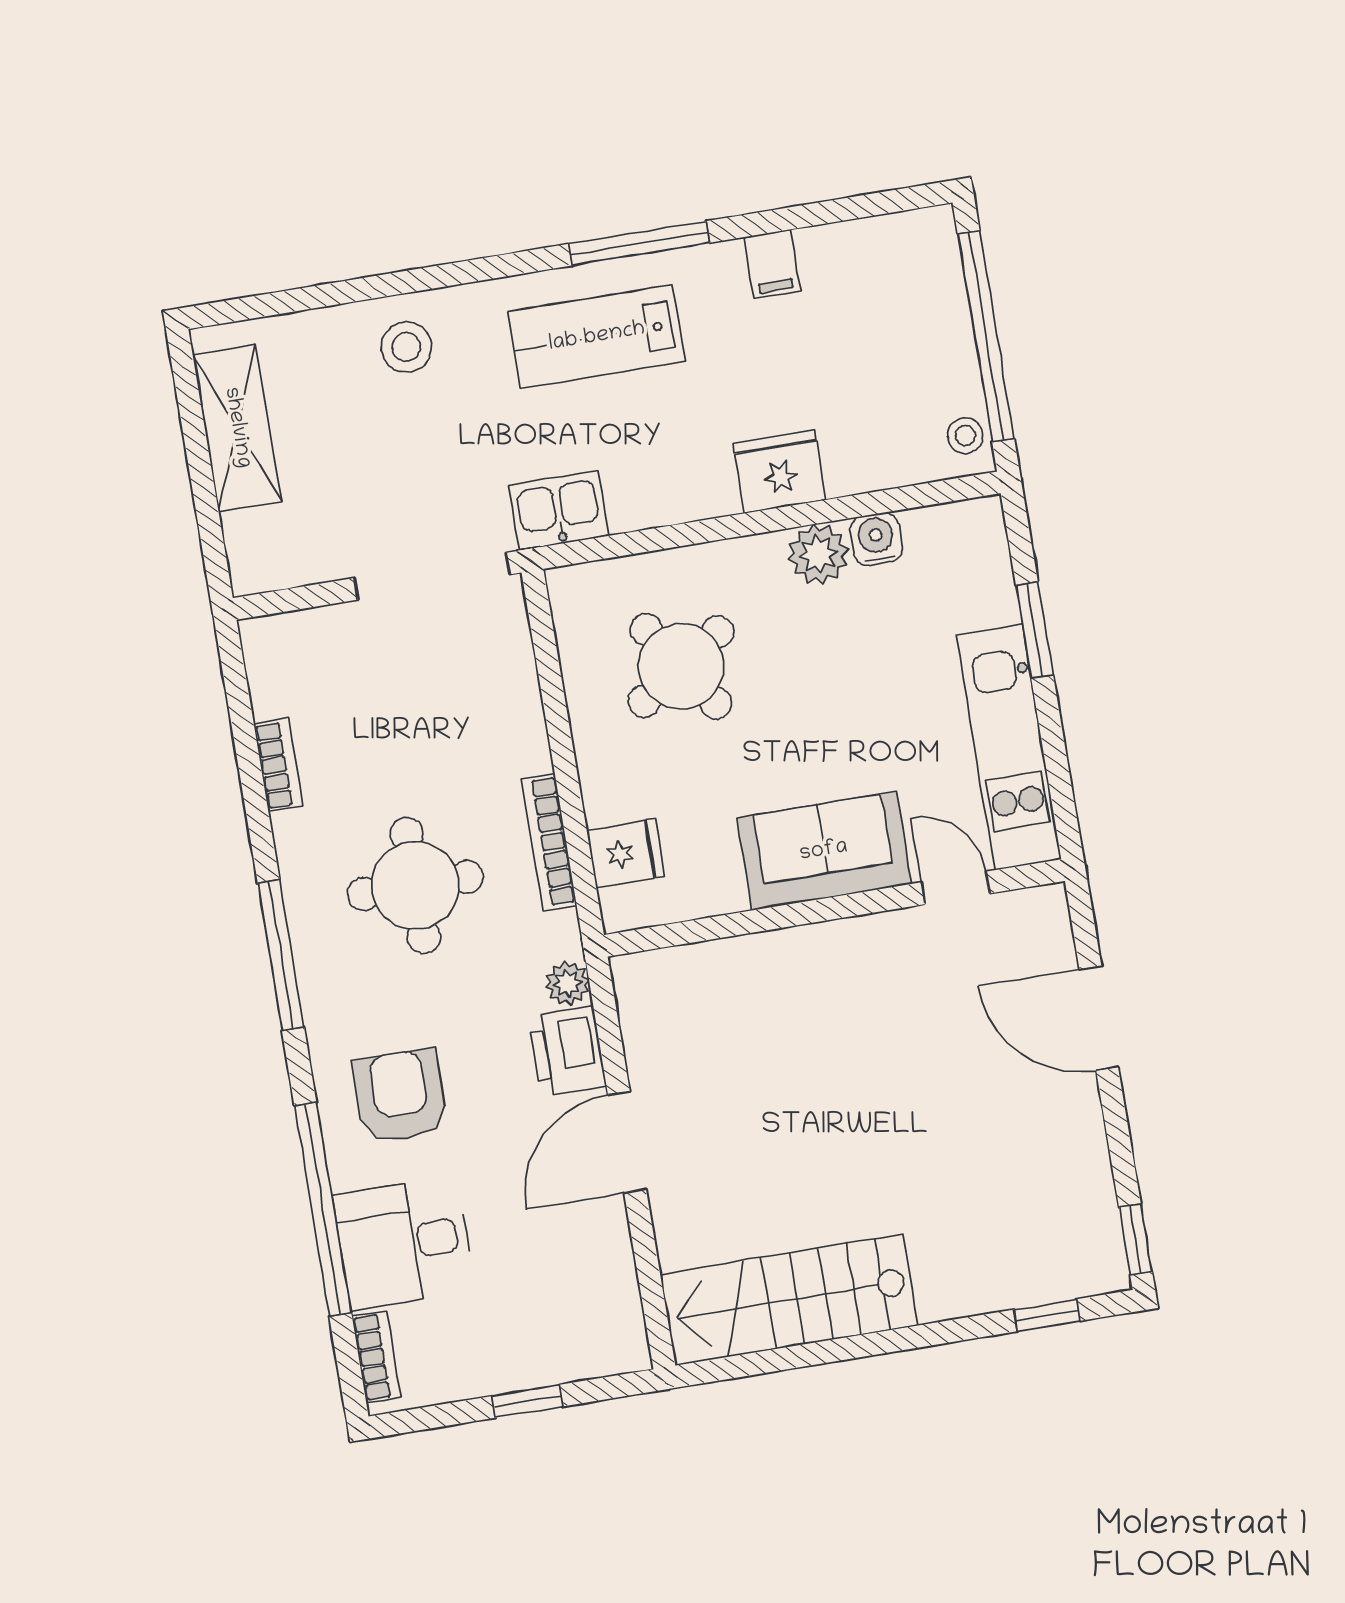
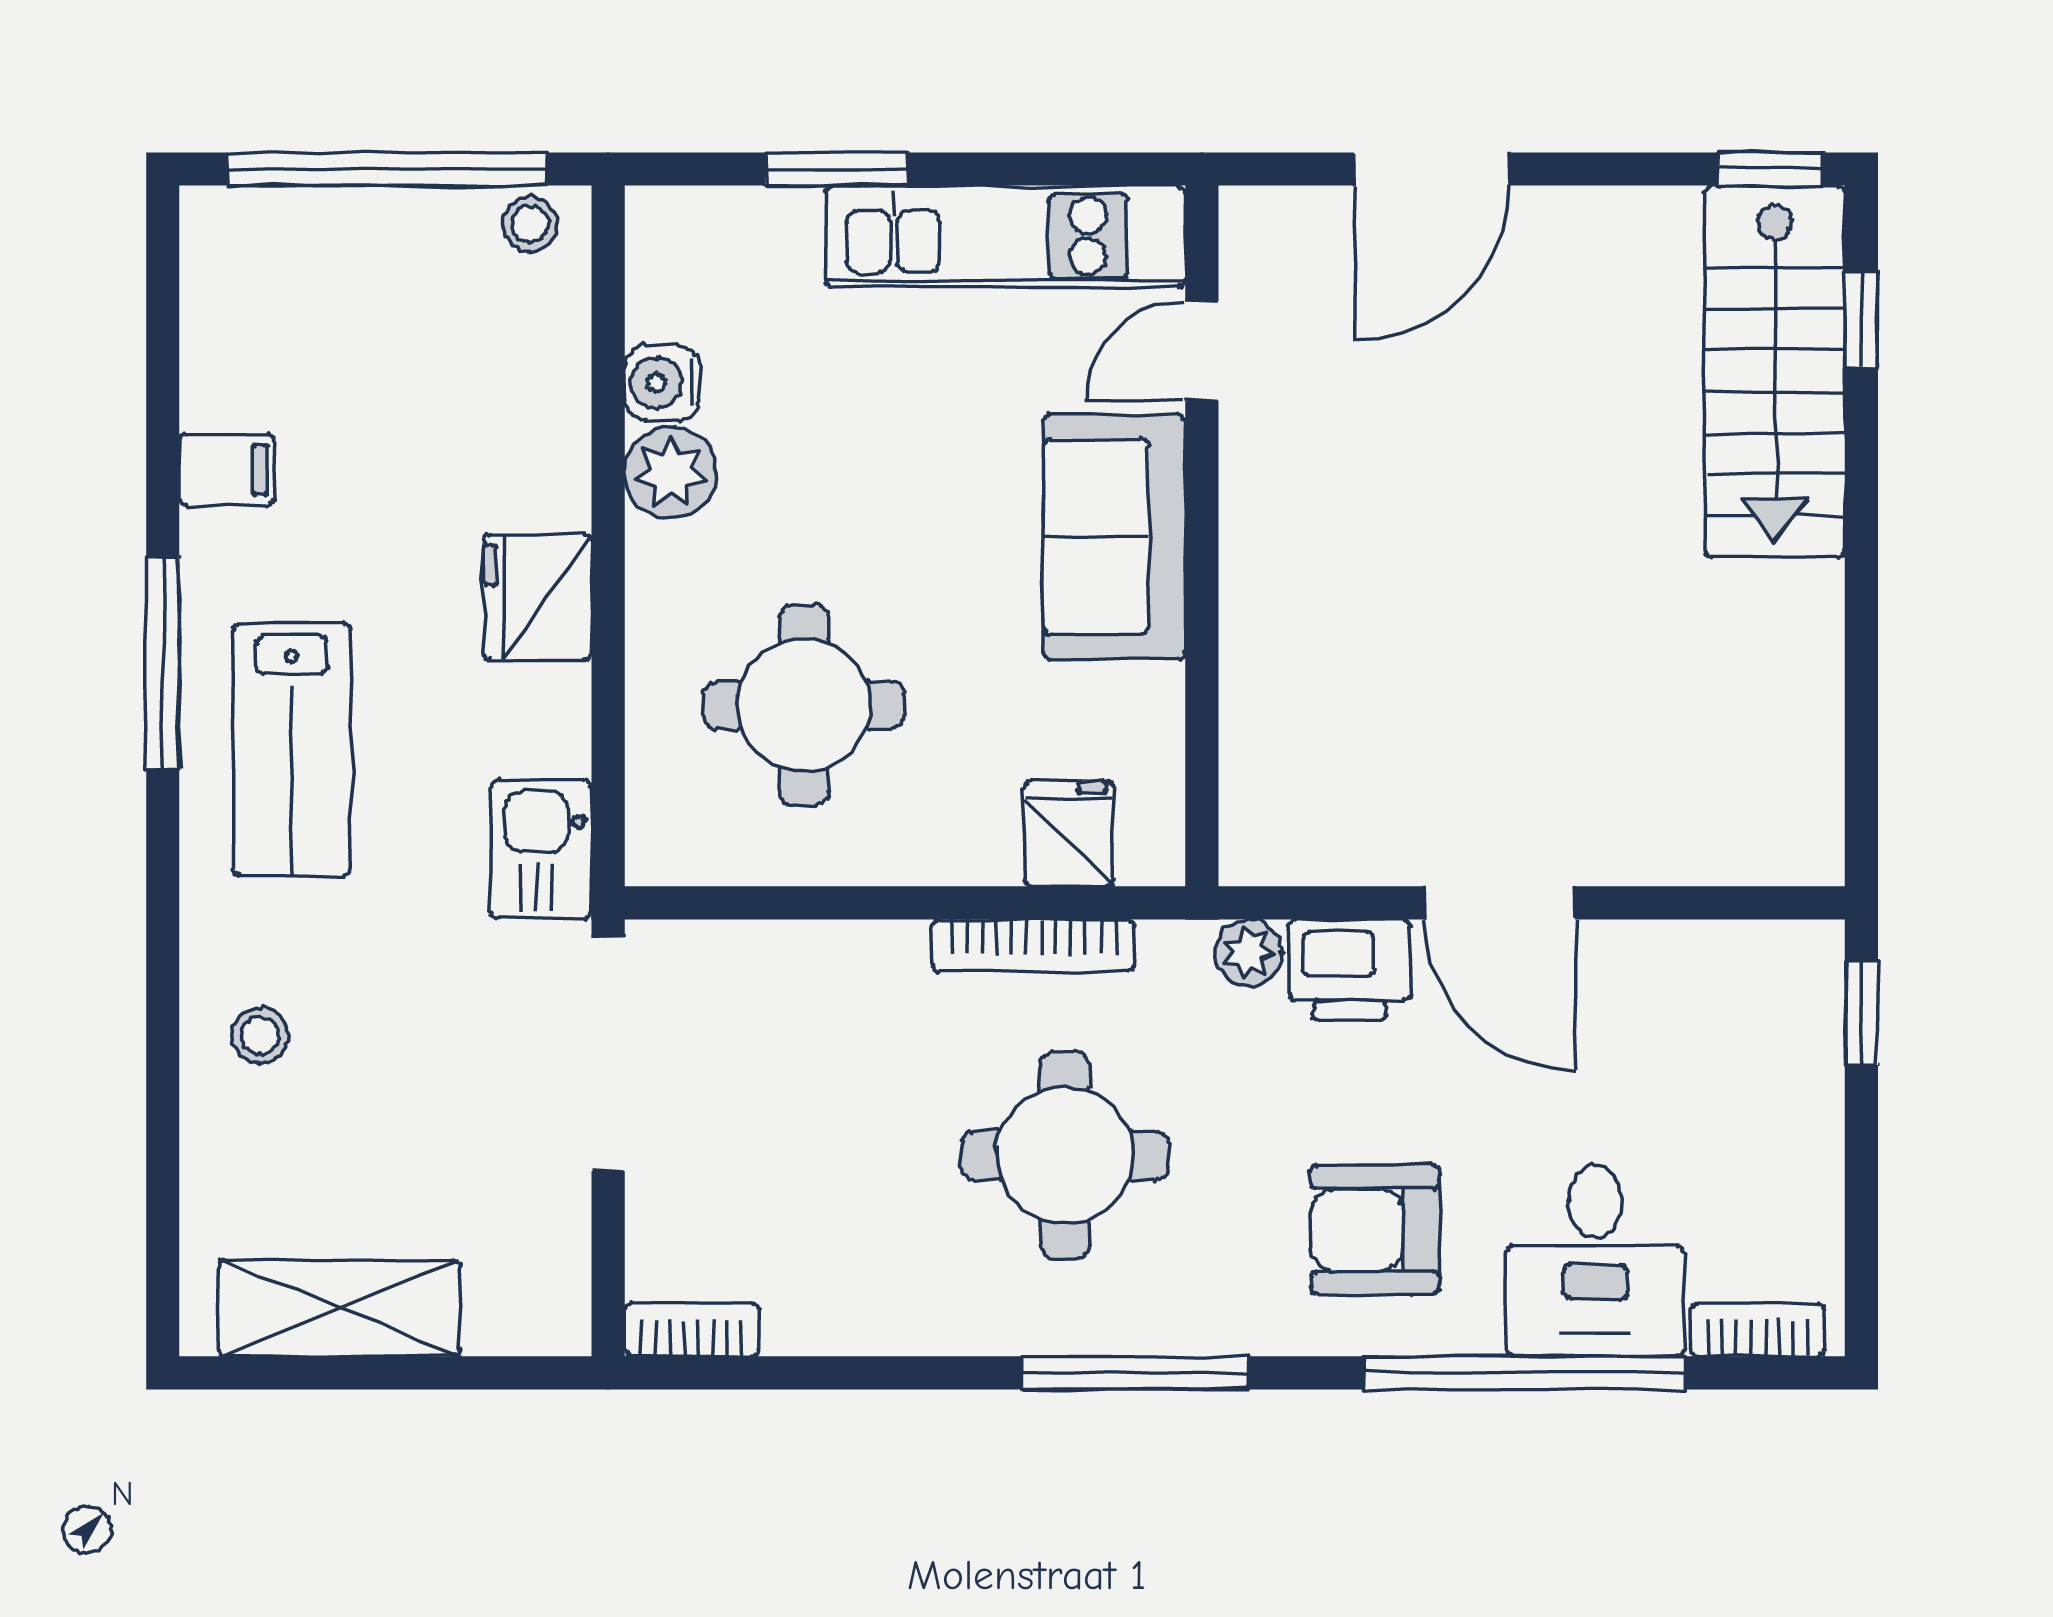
stool: (407, 347) -> (260, 1035), width x0.73, depth x0.73
fridge: (780, 471) -> (538, 597), moved
round table: (681, 666) -> (804, 705), turned 34
bookcase: (278, 765) -> (692, 1330), moved
stairs: (789, 1300) -> (1775, 372), moved
window: (527, 1401) -> (1861, 1013), moved

